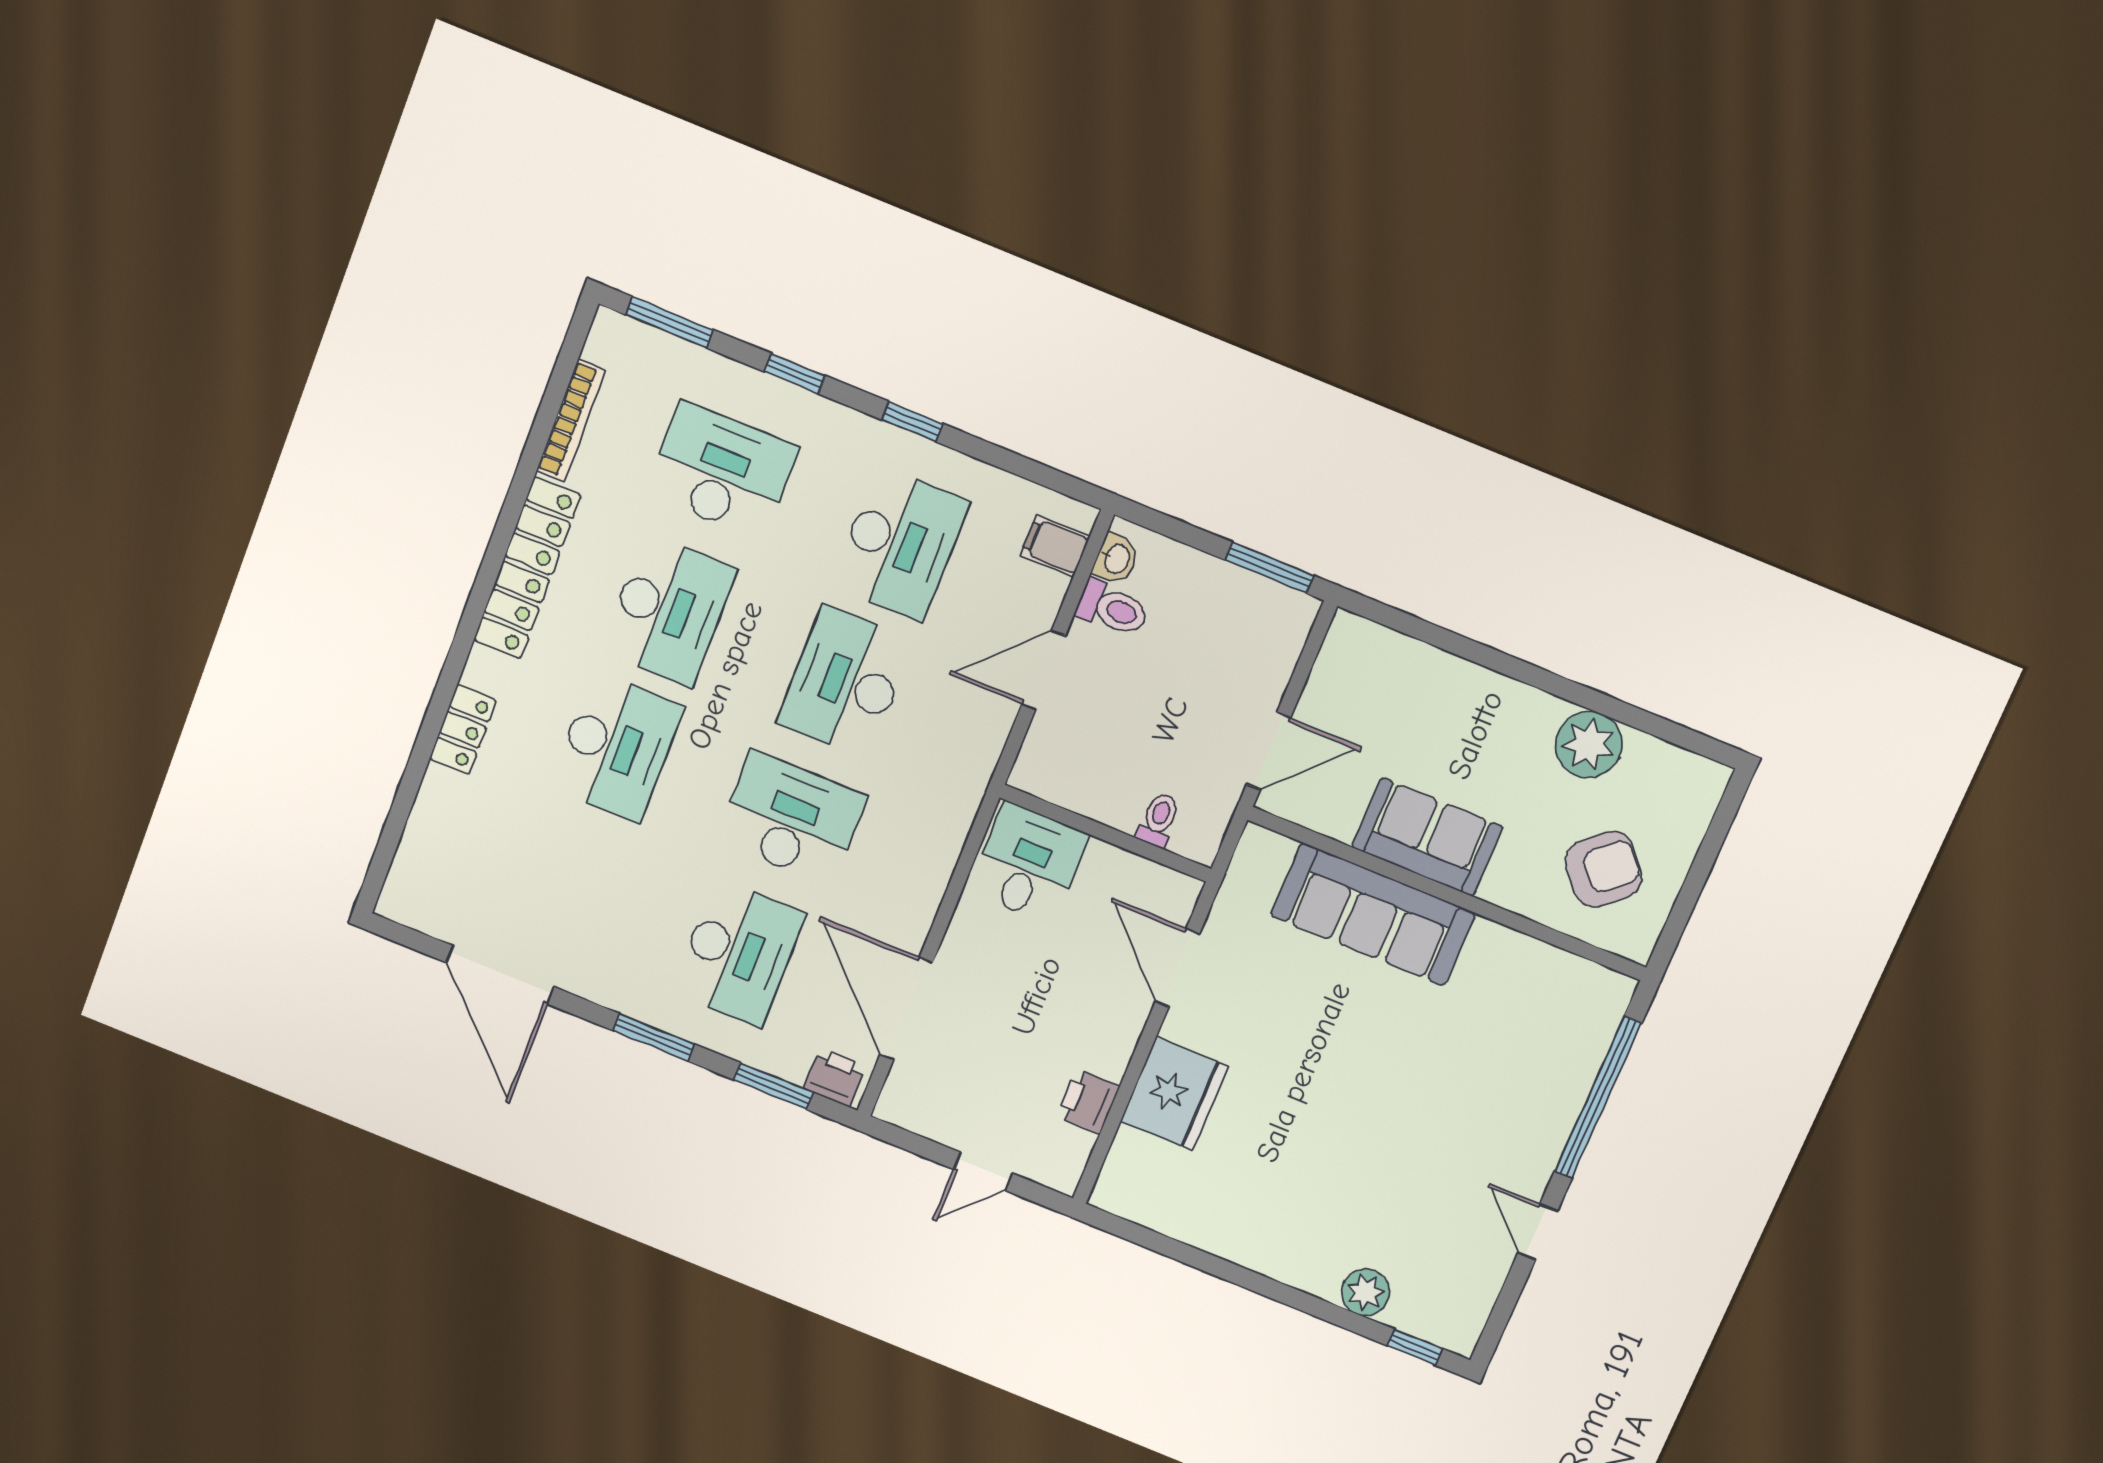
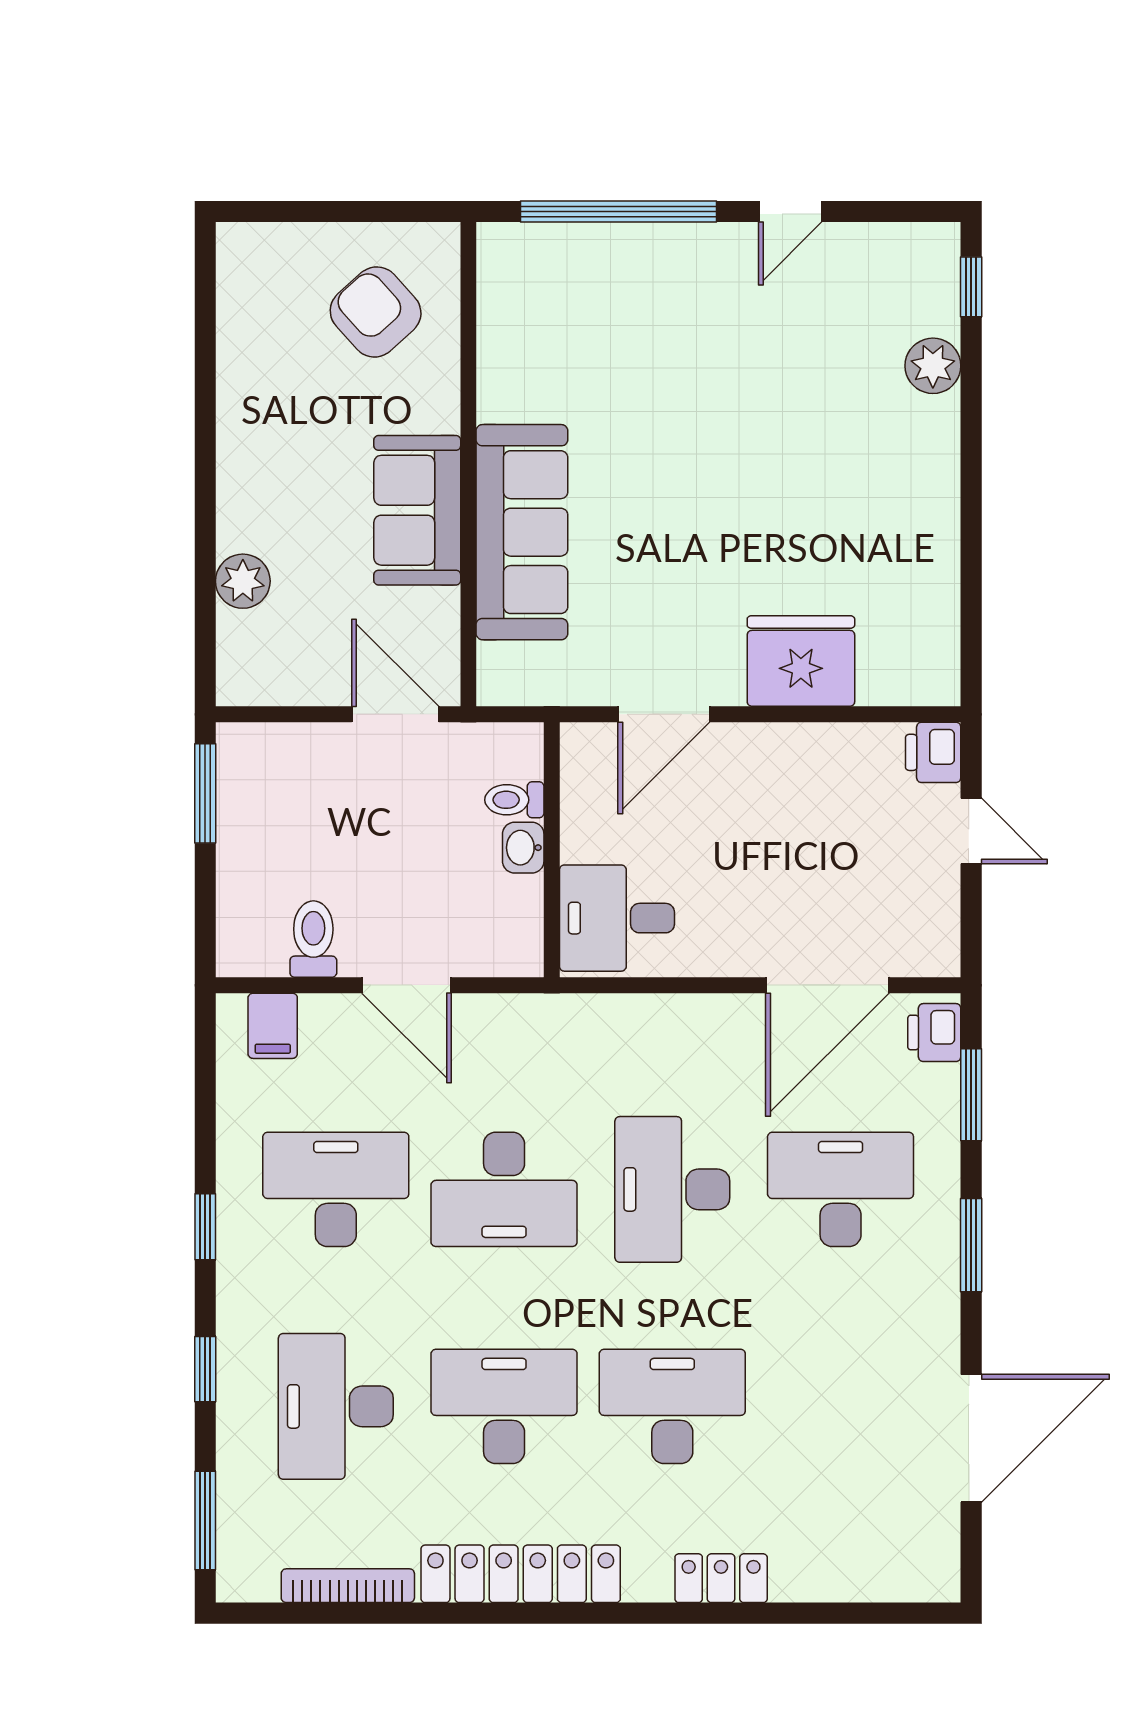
washbasin: (1116, 559) -> (523, 848), moved, turned -90
plant: (1589, 745) -> (243, 581), moved, width x0.73, depth x0.73
printer: (1088, 1102) -> (933, 752), moved, turned 90

